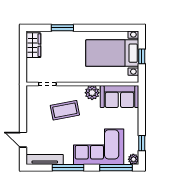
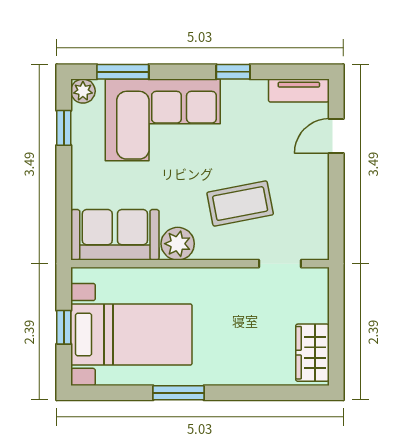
window: (62, 28) -> (179, 393), moved
door: (23, 140) -> (336, 136), swing flipped
tv unit: (45, 160) -> (299, 90), width x0.71
window: (68, 168) -> (233, 72), width x0.46
window: (116, 168) -> (123, 72), width x0.69

